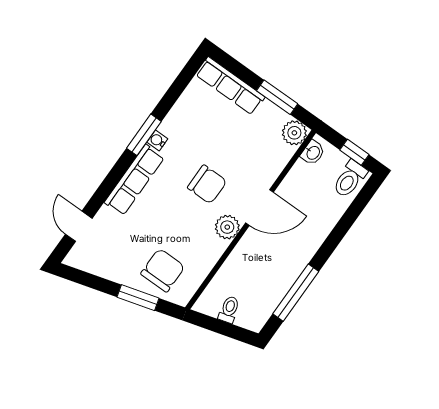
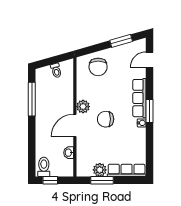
plant: (294, 133) -> (100, 170), moved
window: (144, 135) -> (149, 111), moved
washbasin: (313, 153) -> (69, 153), moved
door: (79, 226) -> (149, 60), swing flipped
window: (138, 298) -> (121, 41), moved

